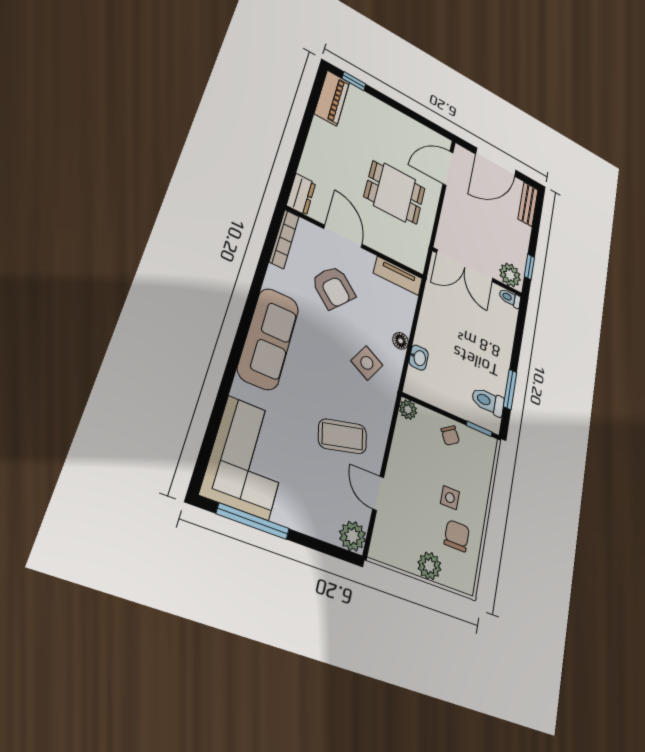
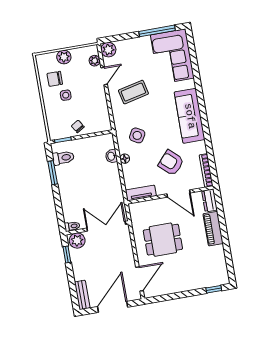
piano: (332, 98) -> (213, 229), moved
plant: (408, 410) -> (95, 61), moved
door: (378, 493) -> (104, 76), hinge flipped
chair: (457, 536) -> (55, 79), turned 90

